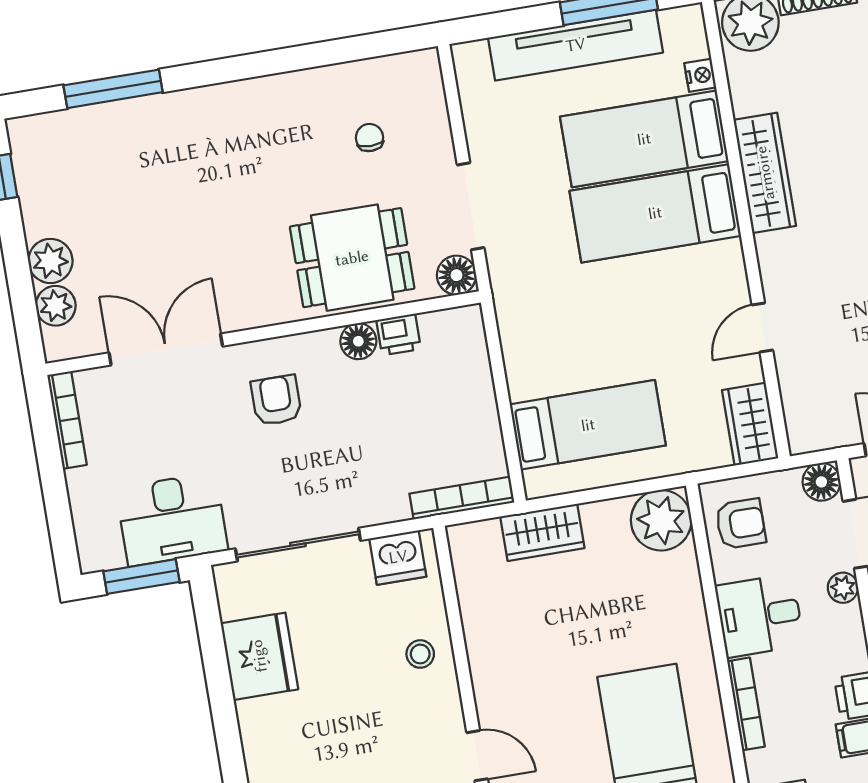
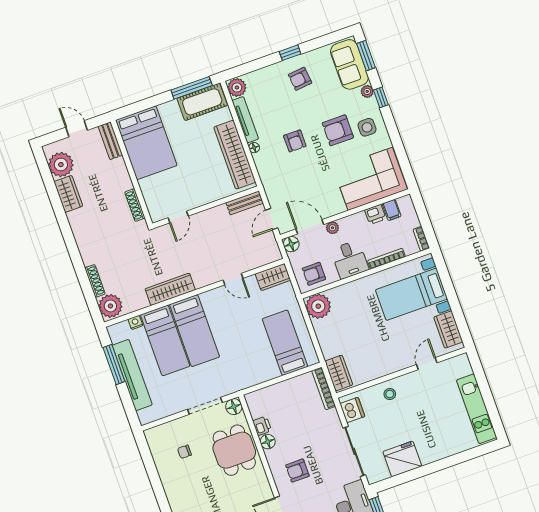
armchair: (741, 524) -> (314, 274), turned -90
wardrobe: (542, 532) -> (339, 373), moved

